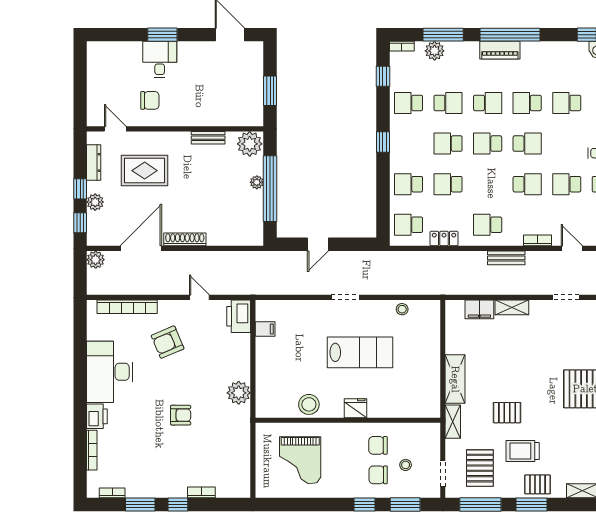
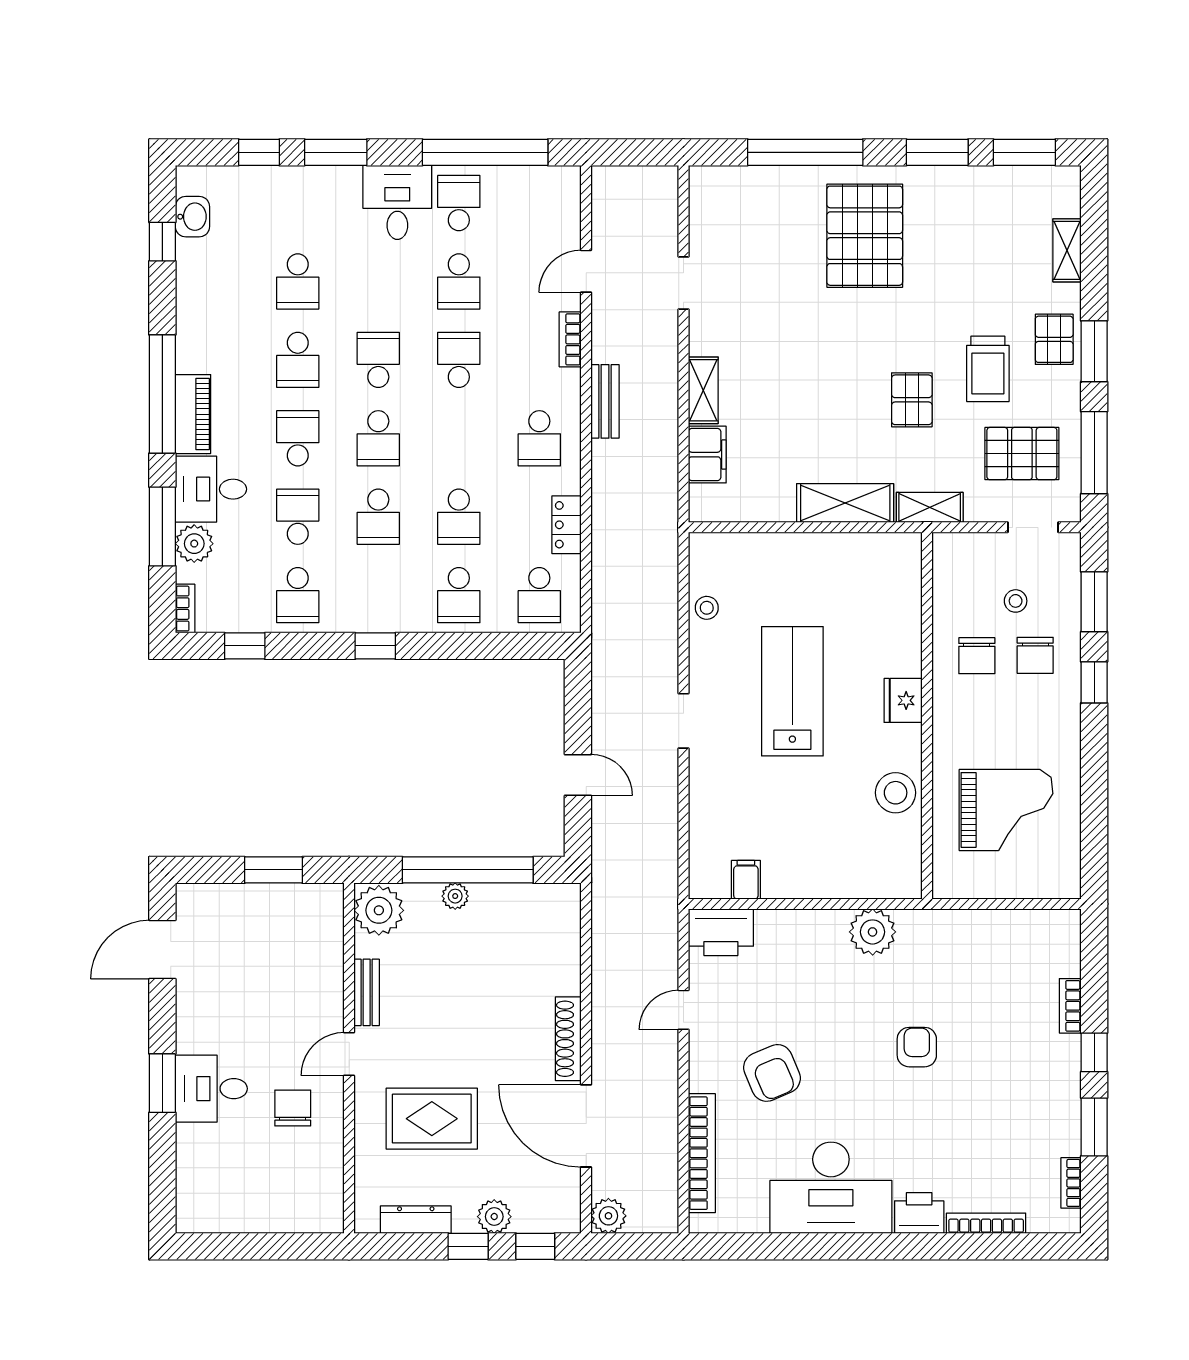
desk: (462, 59) -> (211, 489), added
door: (115, 129) -> (349, 1054), moved
rug: (145, 171) -> (432, 1119), turned 90

